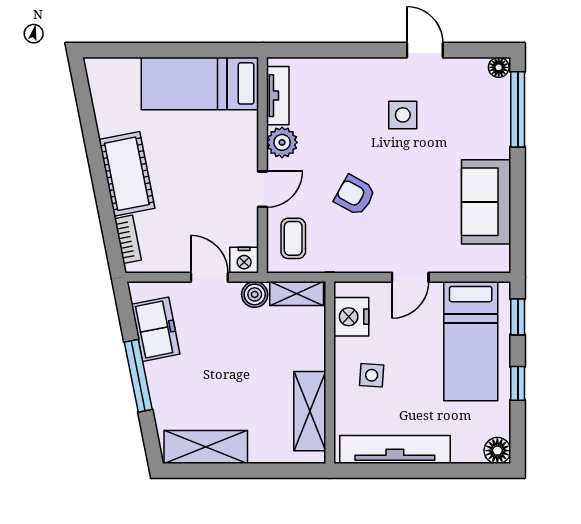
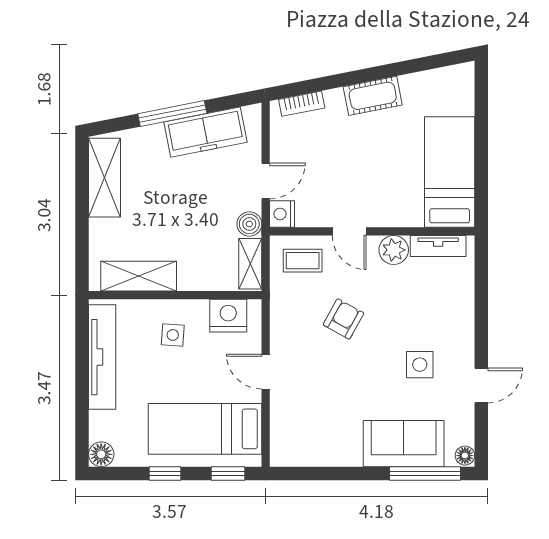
cot: (127, 174) -> (373, 96), width x0.73, depth x0.75
sofa: (486, 202) -> (404, 444), moved
freezer: (156, 329) -> (205, 132), width x1.40

